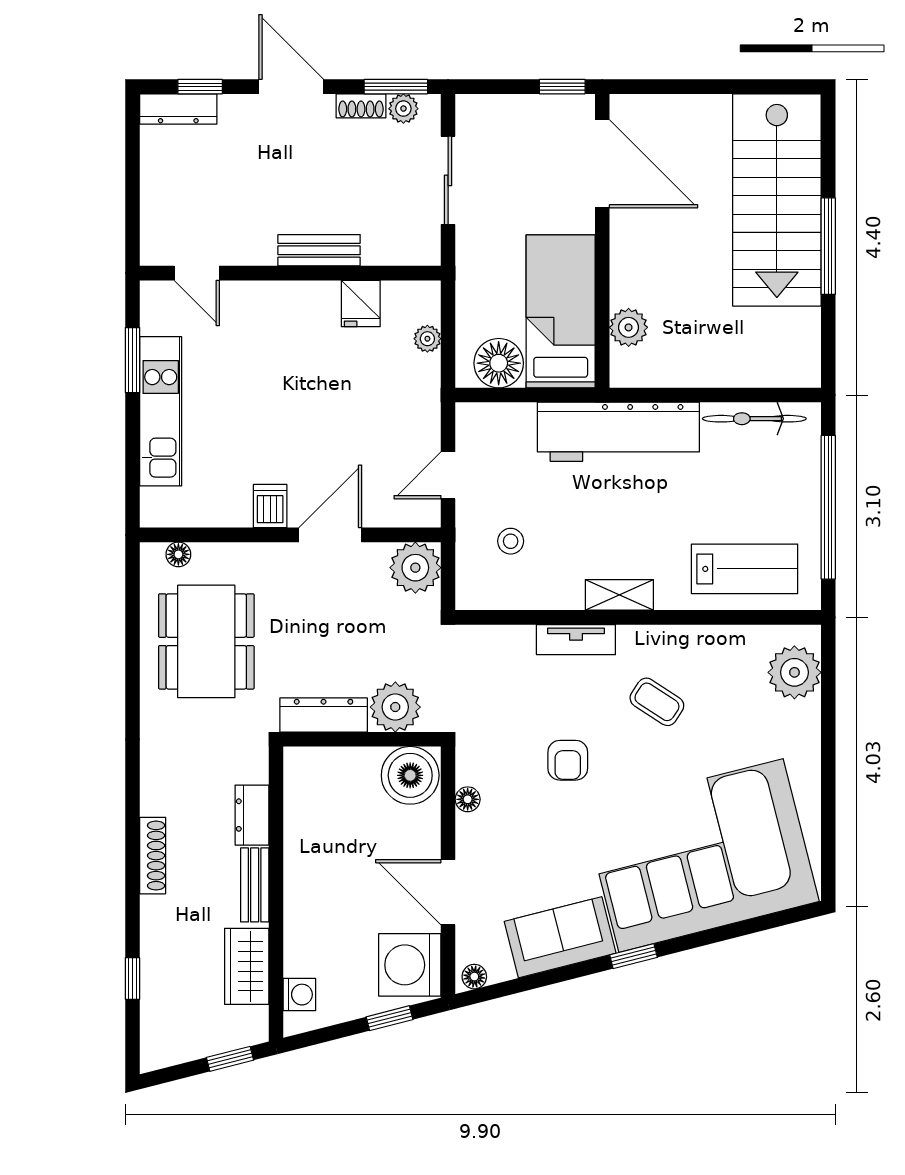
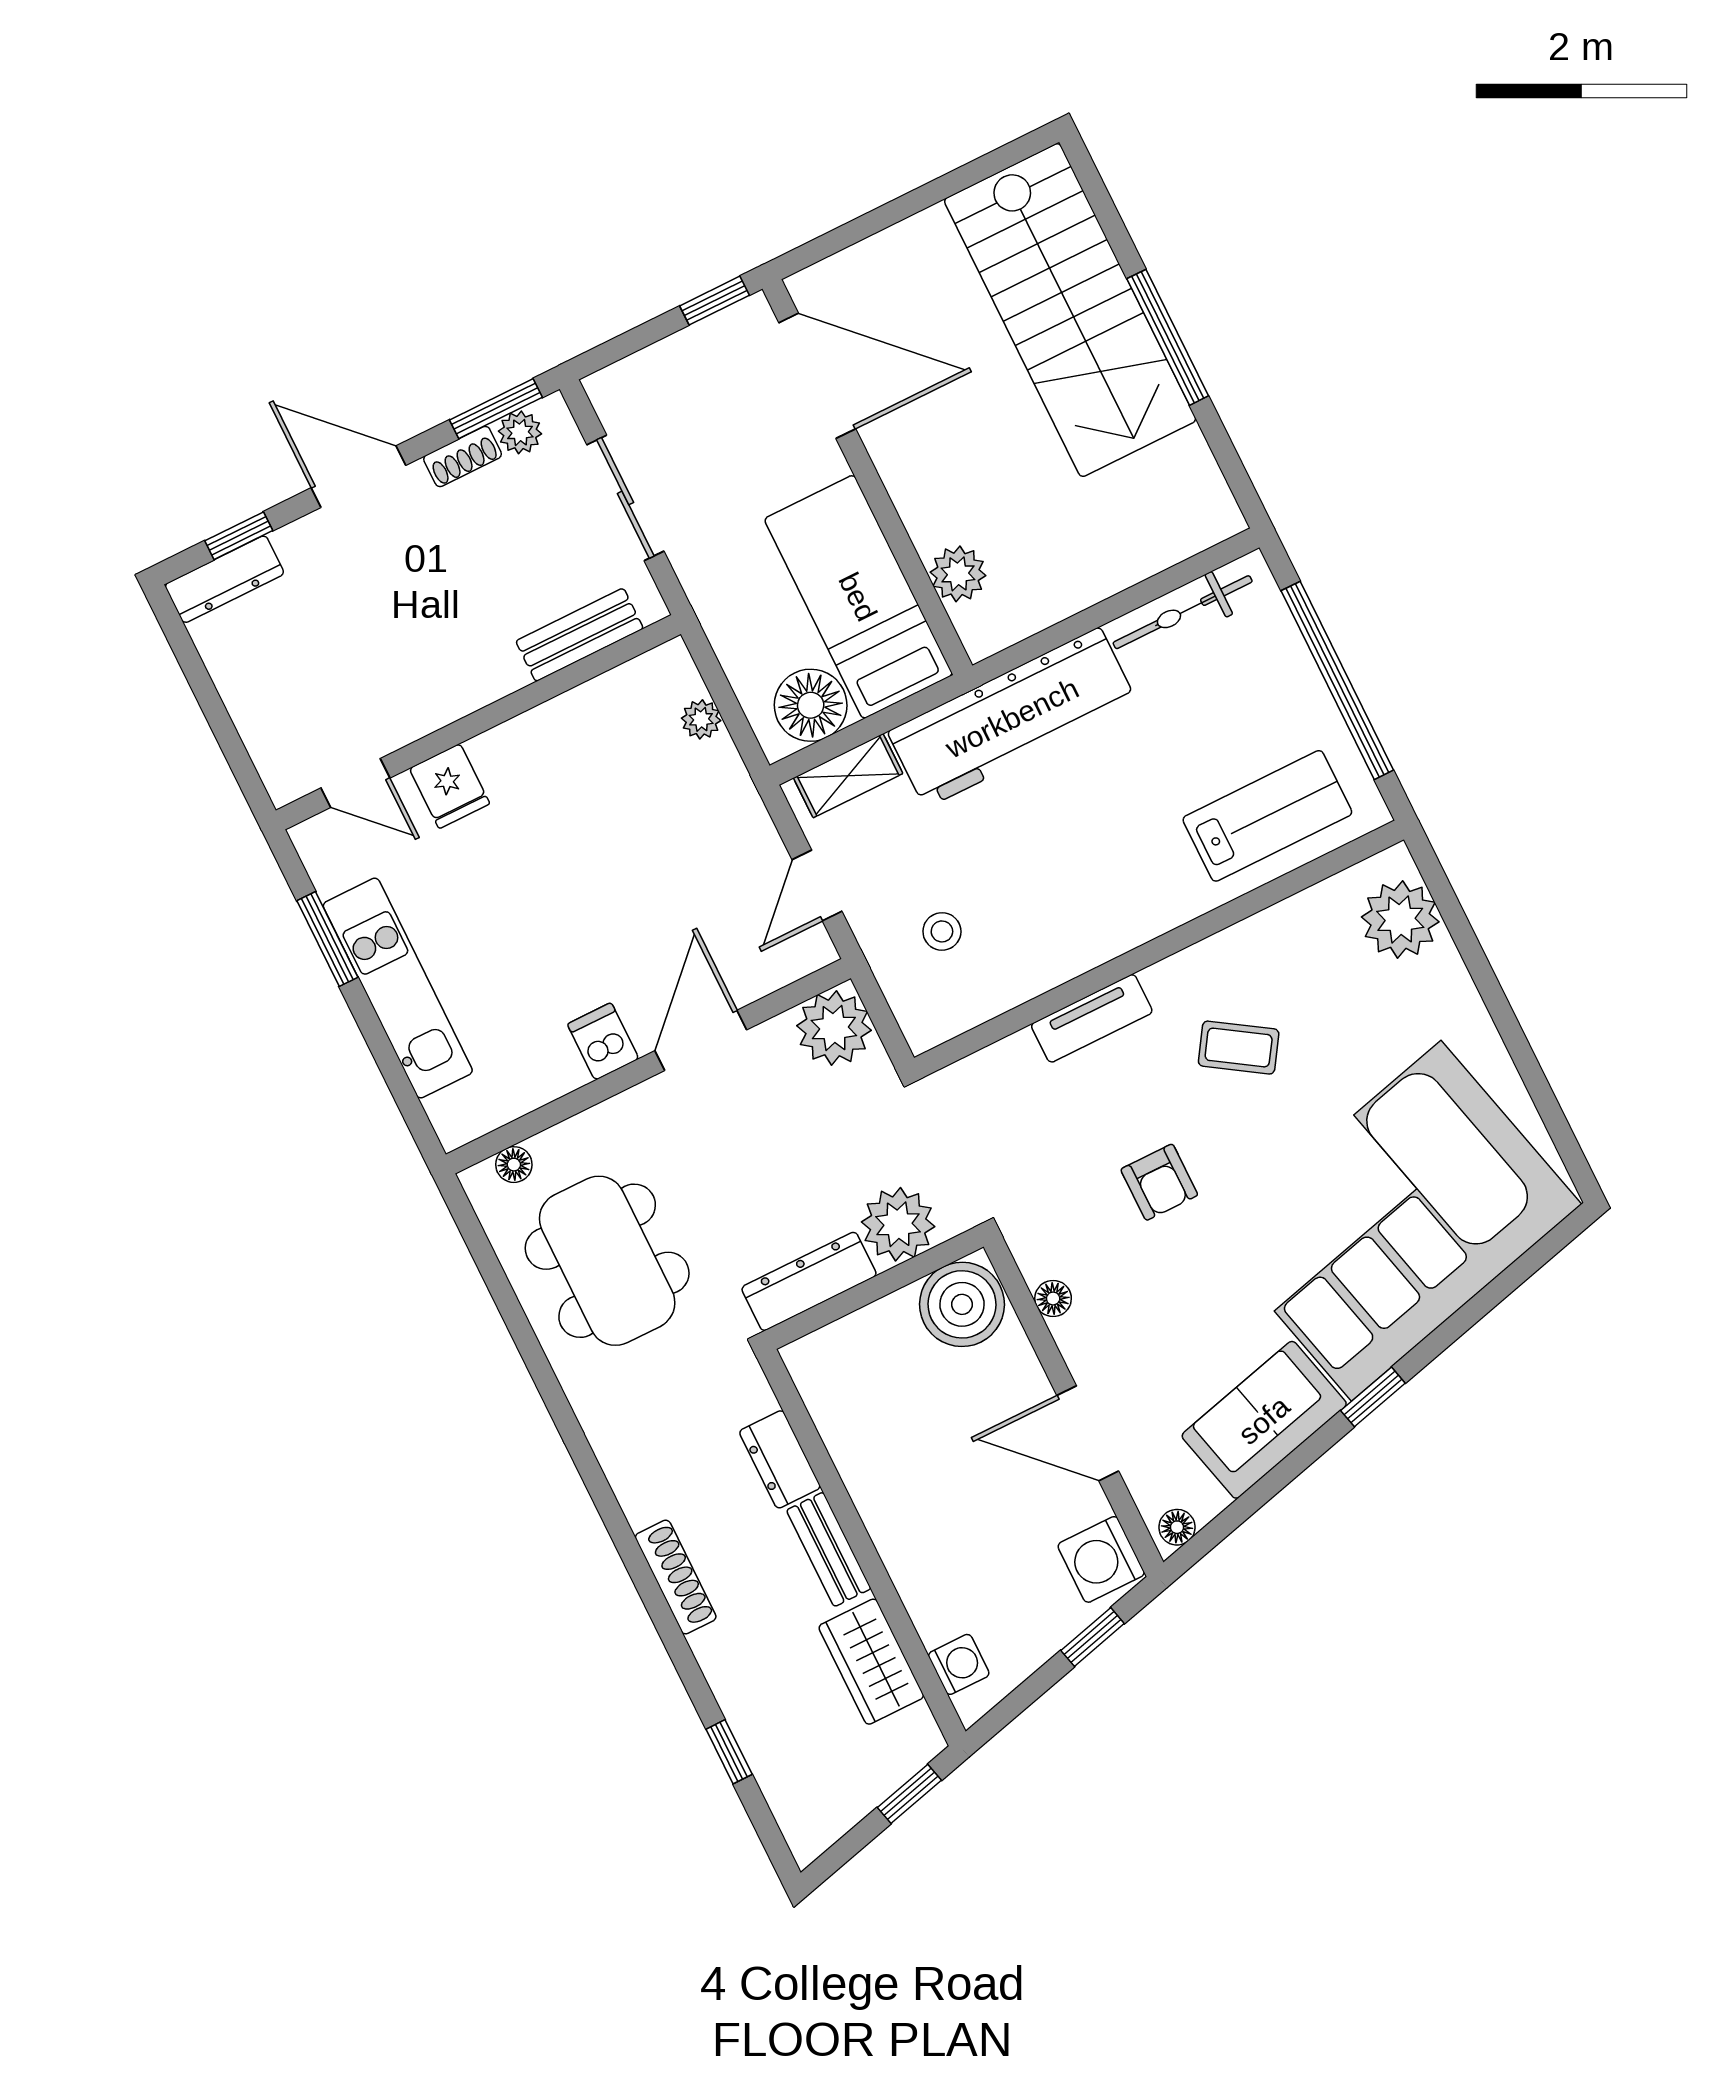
bench: (319, 250) -> (580, 635), moved
fridge: (361, 303) -> (450, 786), moved
shelving: (619, 595) -> (848, 776), moved
washing machine: (410, 965) -> (1101, 1559), width x0.73, depth x0.73

